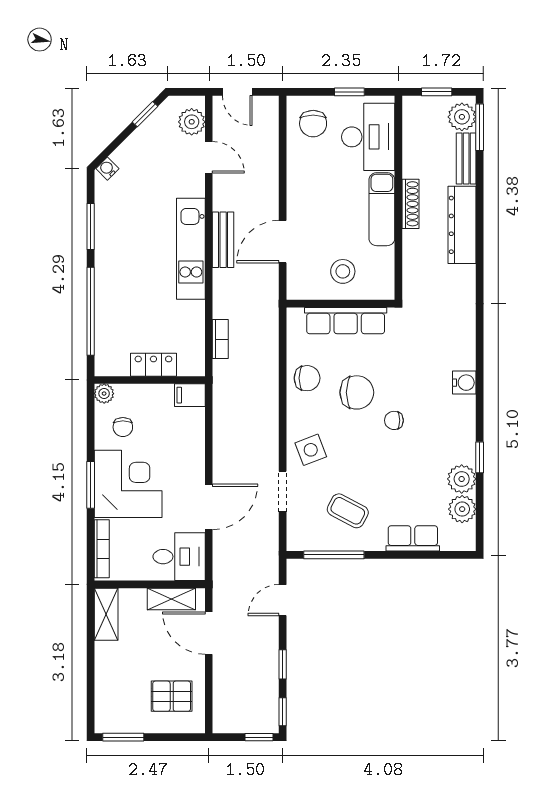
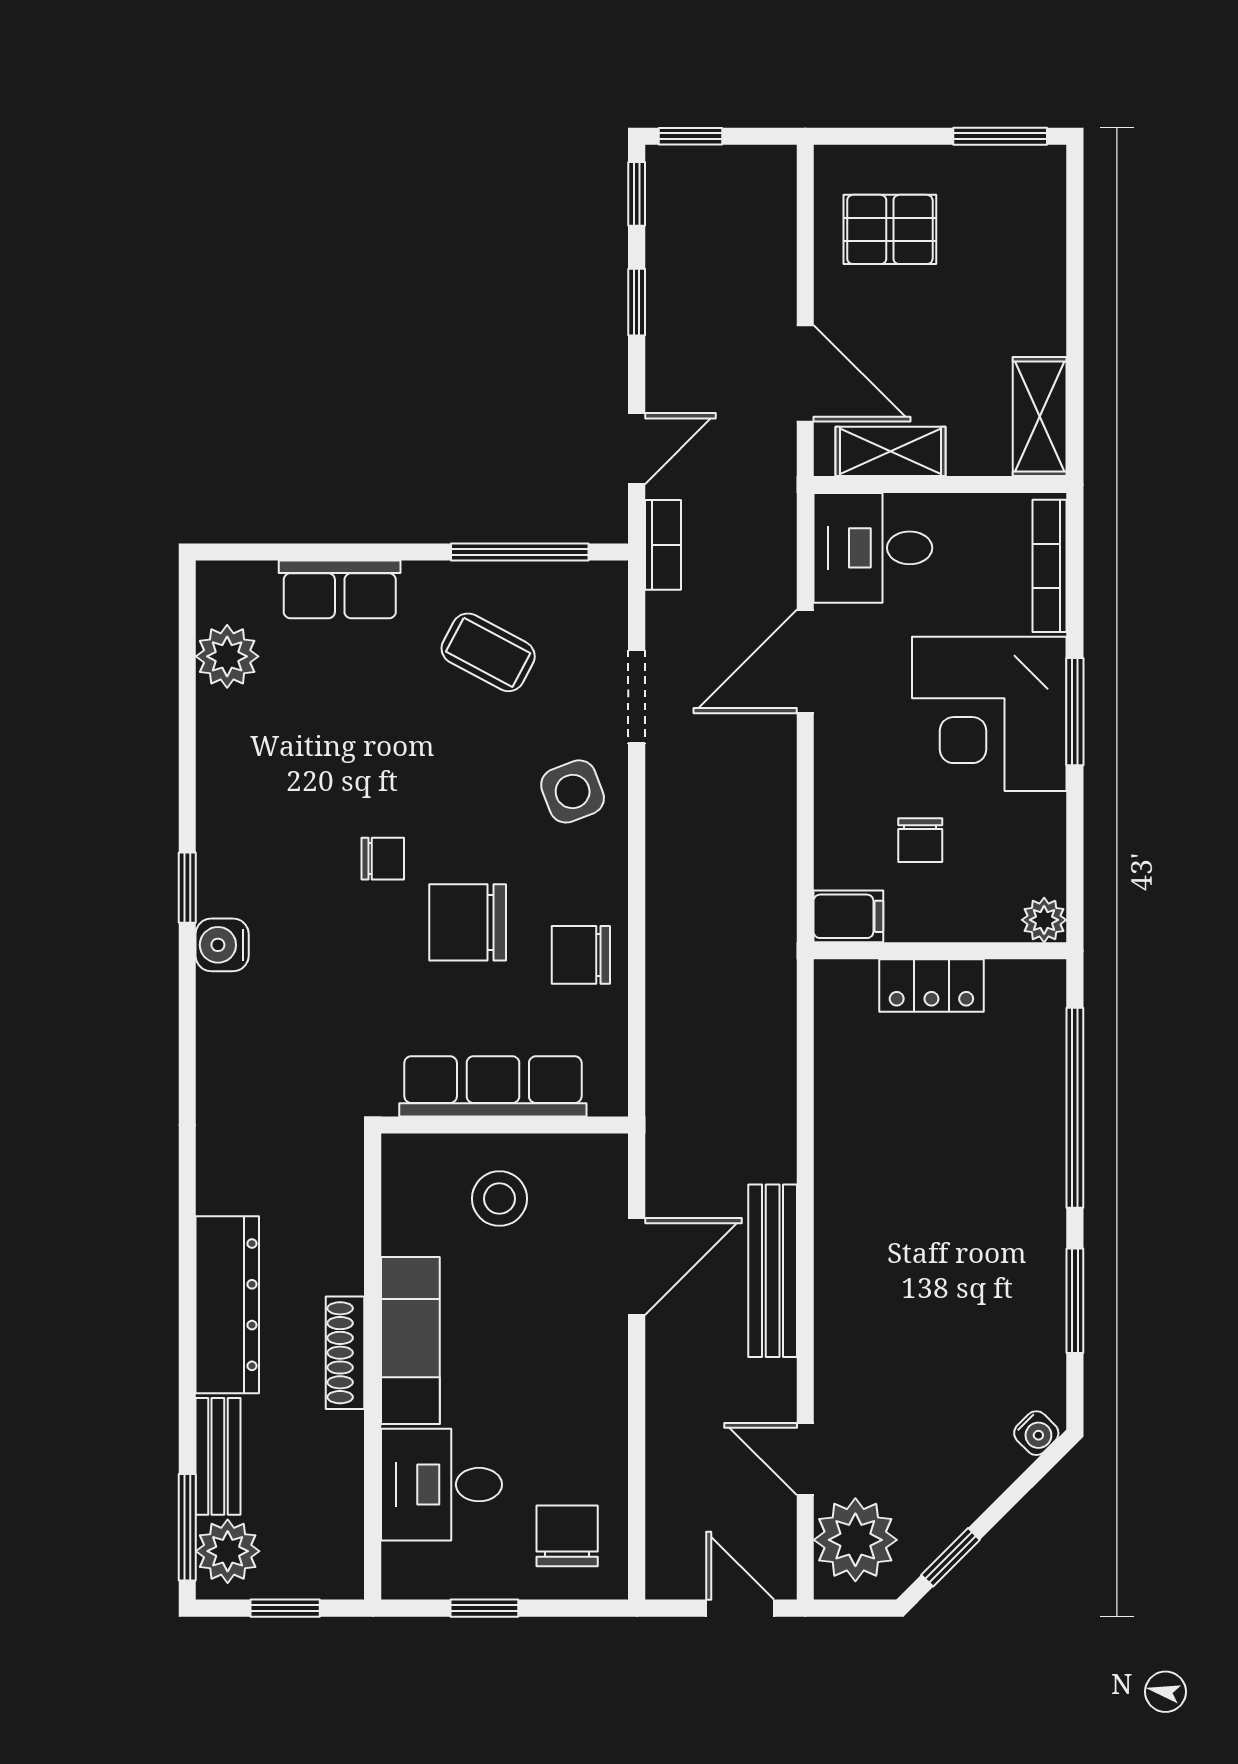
plant: (192, 122) -> (855, 1540), width x1.36, depth x1.36
desk: (368, 137) -> (441, 1485), width x0.73
bench: (223, 240) -> (773, 1271), width x1.36
kitchen unit: (191, 249) -> (846, 1250), removed
bookcase: (220, 339) -> (663, 545), moved, turned 180
chair: (123, 427) -> (920, 840), moved, turned 180
window: (480, 457) -> (187, 888), moved
plant: (462, 479) -> (228, 725), removed

